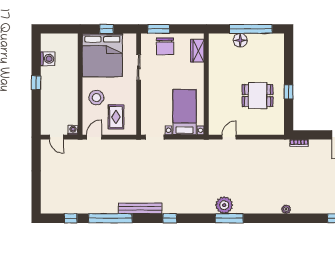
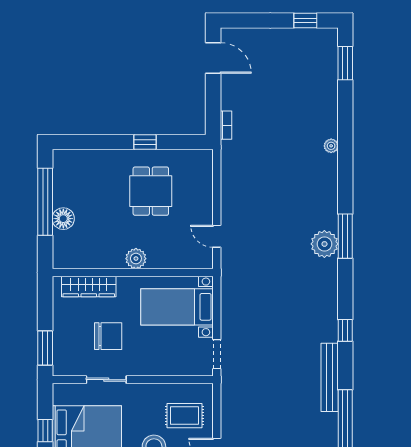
chair: (165, 46) -> (108, 336), moved
wardrobe: (197, 51) -> (89, 286), width x1.50
plant: (215, 86) -> (136, 259), added

